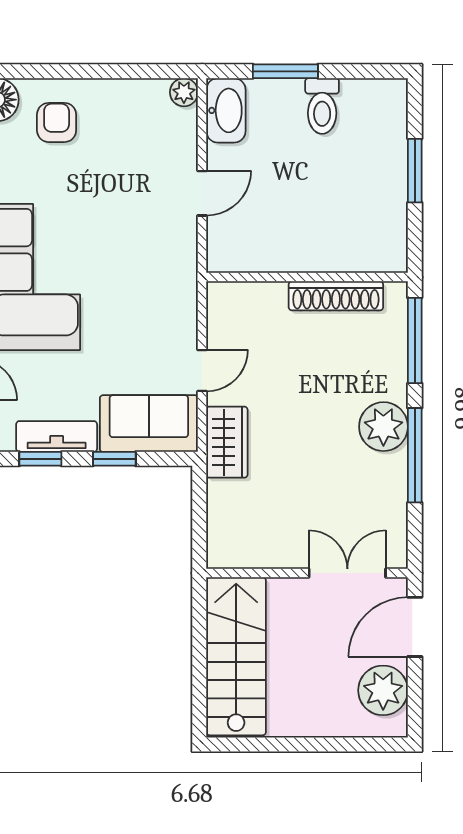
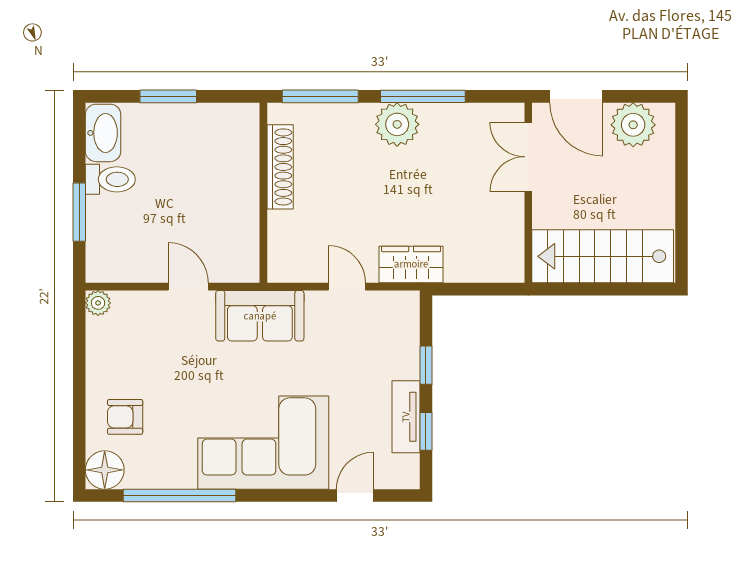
washbasin: (226, 110) -> (103, 133), moved, turned 90
sofa: (149, 424) -> (260, 316), moved, turned -90

